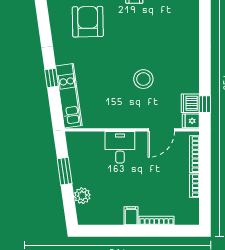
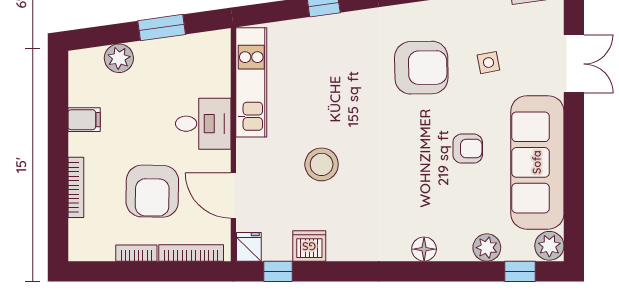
floor lamp: (192, 20) -> (424, 249), added
kitchen unit: (69, 96) -> (251, 82), moved, turned -82
dishwasher: (190, 103) -> (309, 246), moved
armchair: (159, 176) -> (152, 191), added
filing cabinet: (131, 216) -> (84, 120), moved

